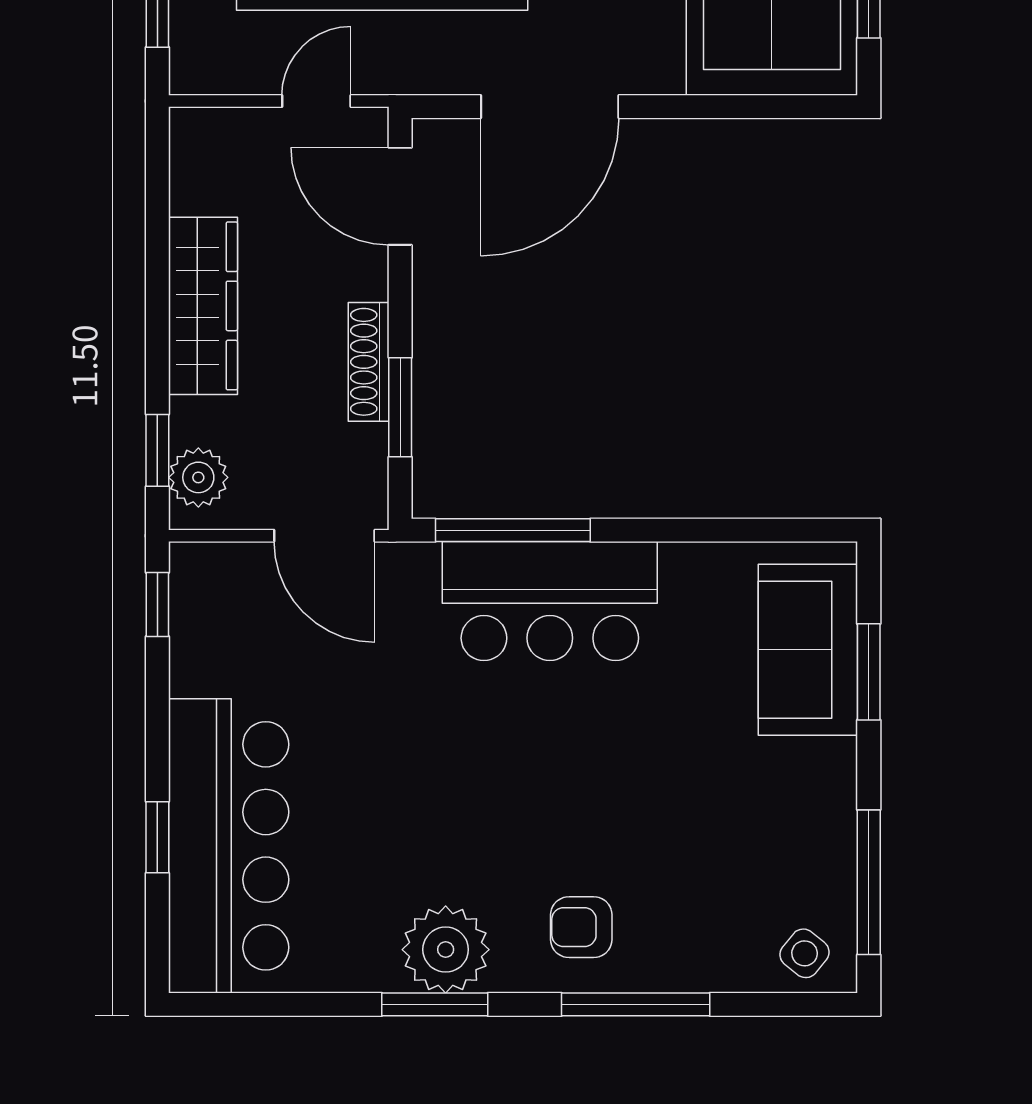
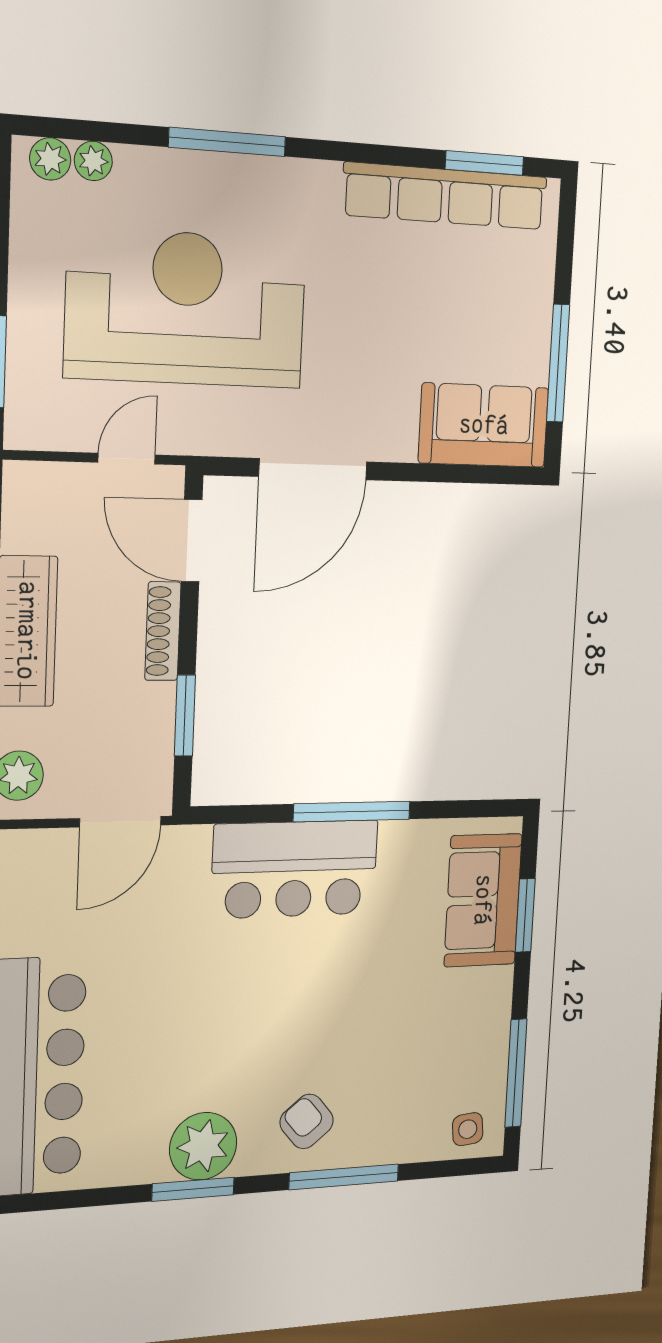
shoe rack: (369, 362) -> (163, 631), moved
window: (513, 530) -> (352, 812), moved
door: (324, 536) -> (120, 822), hinge flipped
armchair: (581, 927) -> (307, 1121), turned 50
side table: (805, 953) -> (468, 1129), turned 45

